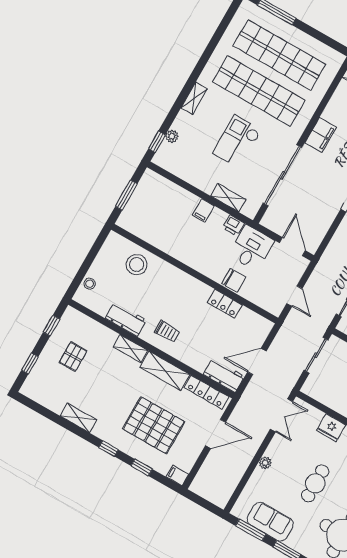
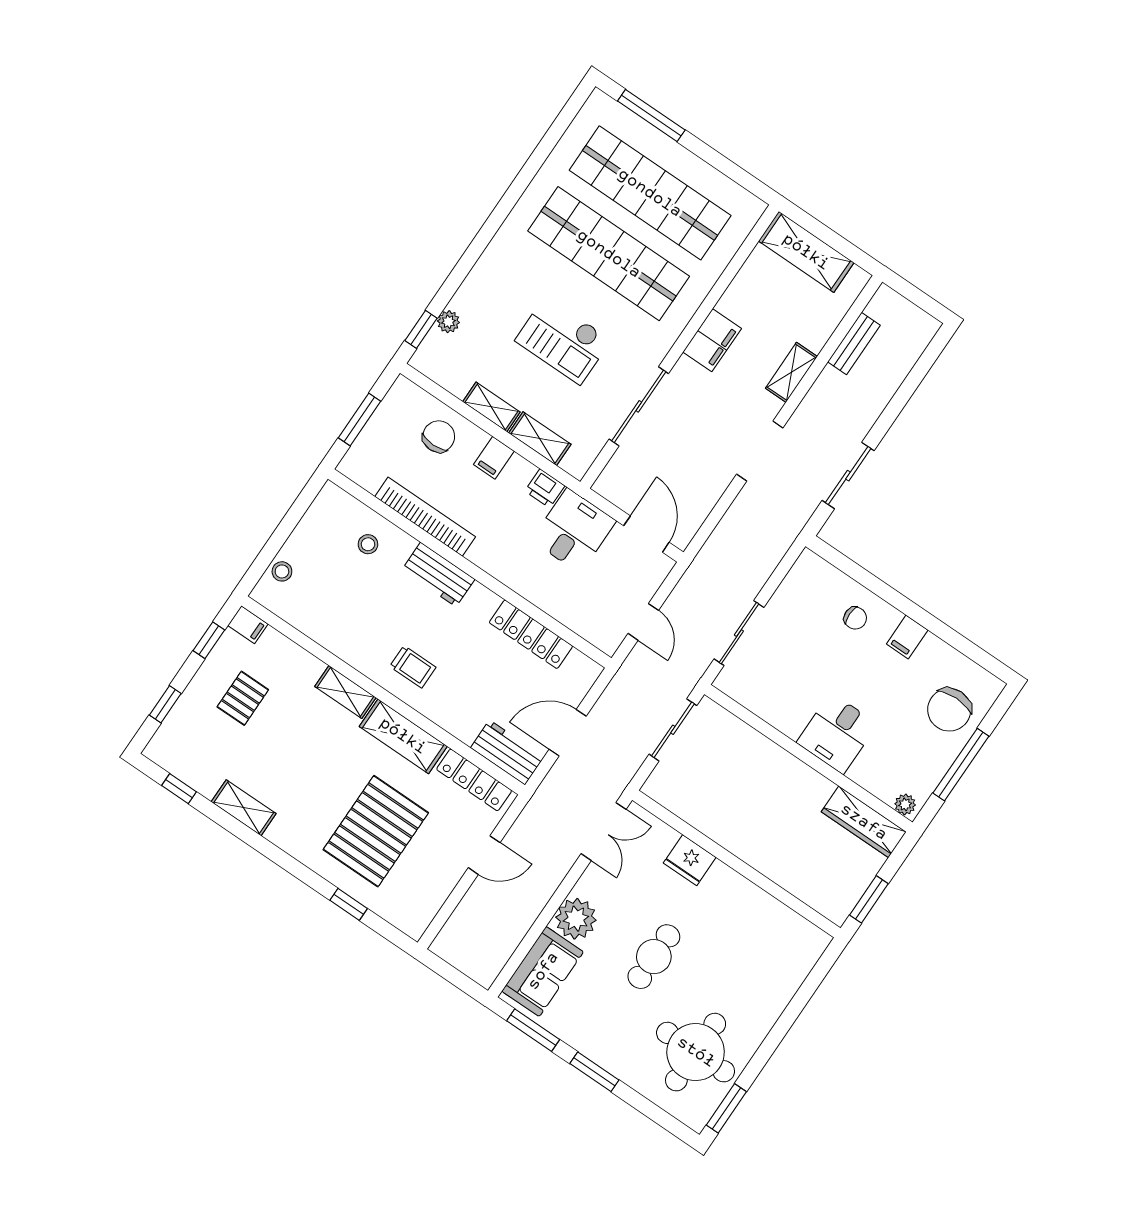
shelving: (194, 98) -> (491, 407), moved, turned 90
checkout: (237, 142) -> (563, 340), turned -90
sliding door: (282, 175) -> (639, 406), width x0.73
bookcase: (167, 247) -> (425, 517), added
stool: (137, 265) -> (368, 544), width x0.53, depth x0.53
chair: (234, 280) -> (439, 437), moved, turned -90
locker: (225, 304) -> (531, 634), width x1.53
workbench: (126, 319) -> (438, 575), moved, turned 180
pallet: (154, 425) -> (376, 831), turned 90
door: (216, 434) -> (484, 855), width x0.73
window: (108, 448) -> (179, 789), moved
plant: (265, 463) -> (576, 919), width x1.88, depth x1.88
filing cabinet: (177, 475) -> (248, 625), moved, turned 180
sofa: (270, 522) -> (543, 971), moved, turned 90

